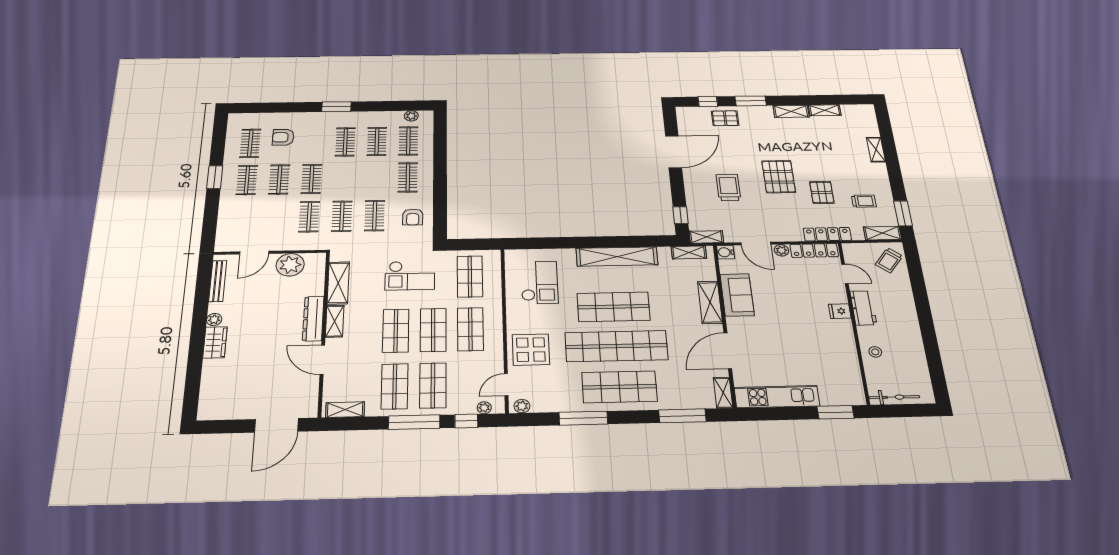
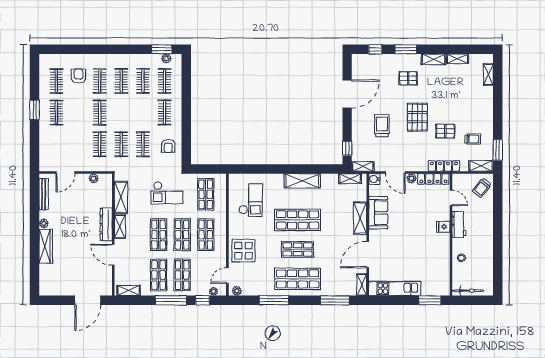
window: (336, 107) -> (162, 49), moved
pallet: (725, 118) -> (408, 78), moved
armchair: (283, 137) -> (79, 76), turned 90
shelving: (876, 150) -> (488, 75), moved
clothes rail: (279, 179) -> (100, 81), moved
pallet: (822, 192) -> (445, 131), turned 90
shelving: (617, 256) -> (302, 181), width x0.68
plant: (290, 265) -> (93, 178), width x0.53, depth x0.53
wardrobe: (215, 342) -> (46, 246), width x1.50
shop shelf: (616, 346) -> (298, 249), width x0.50, depth x0.74

